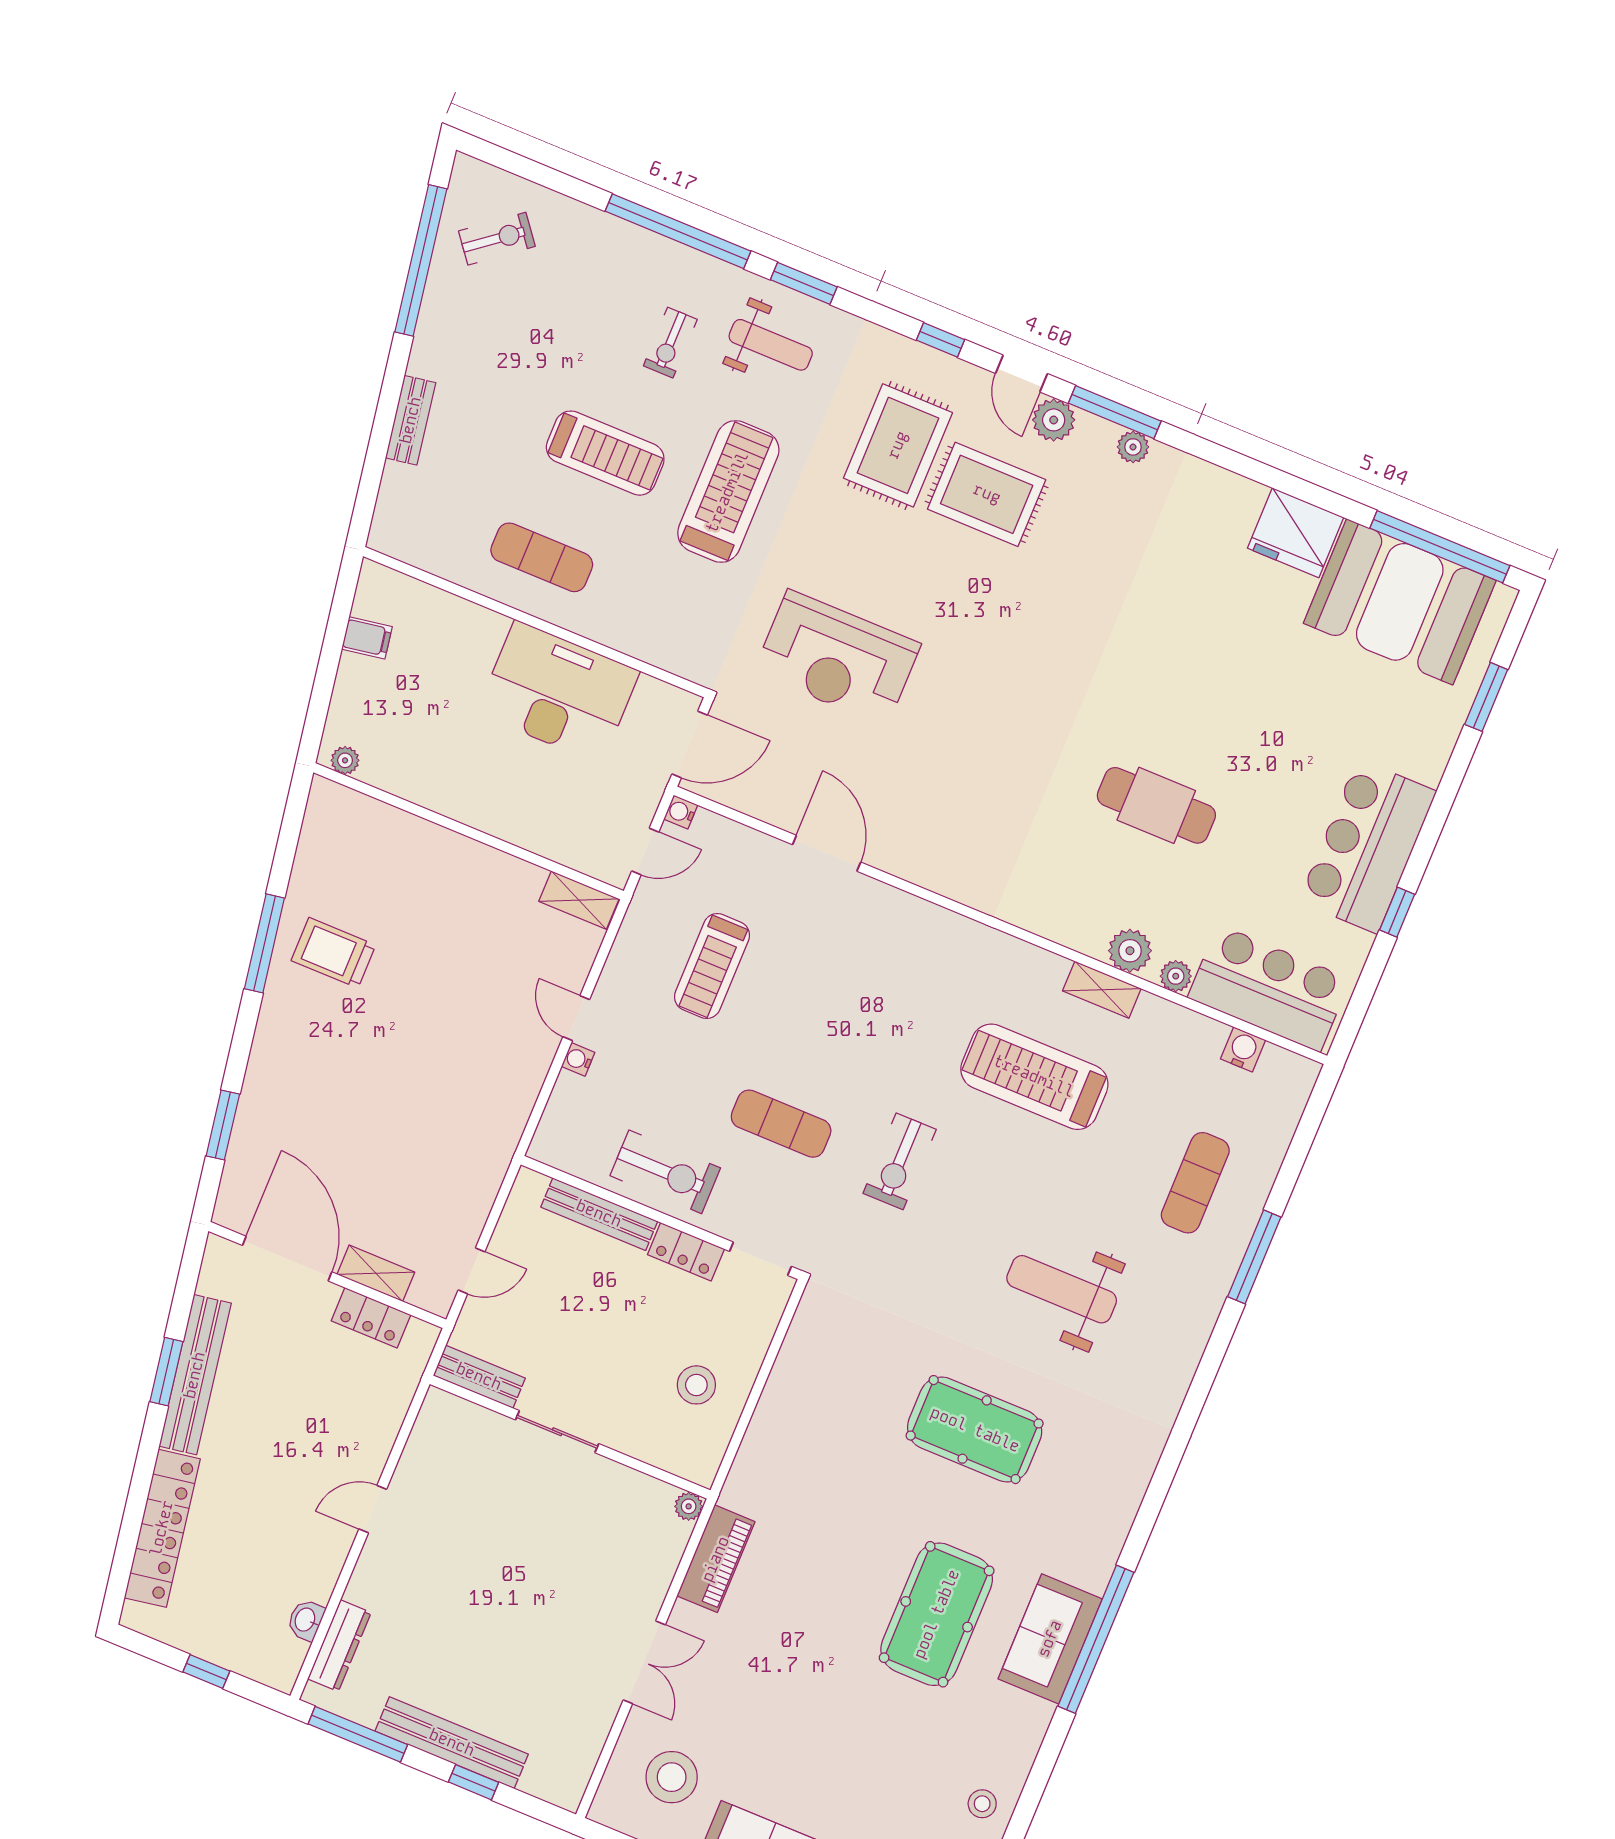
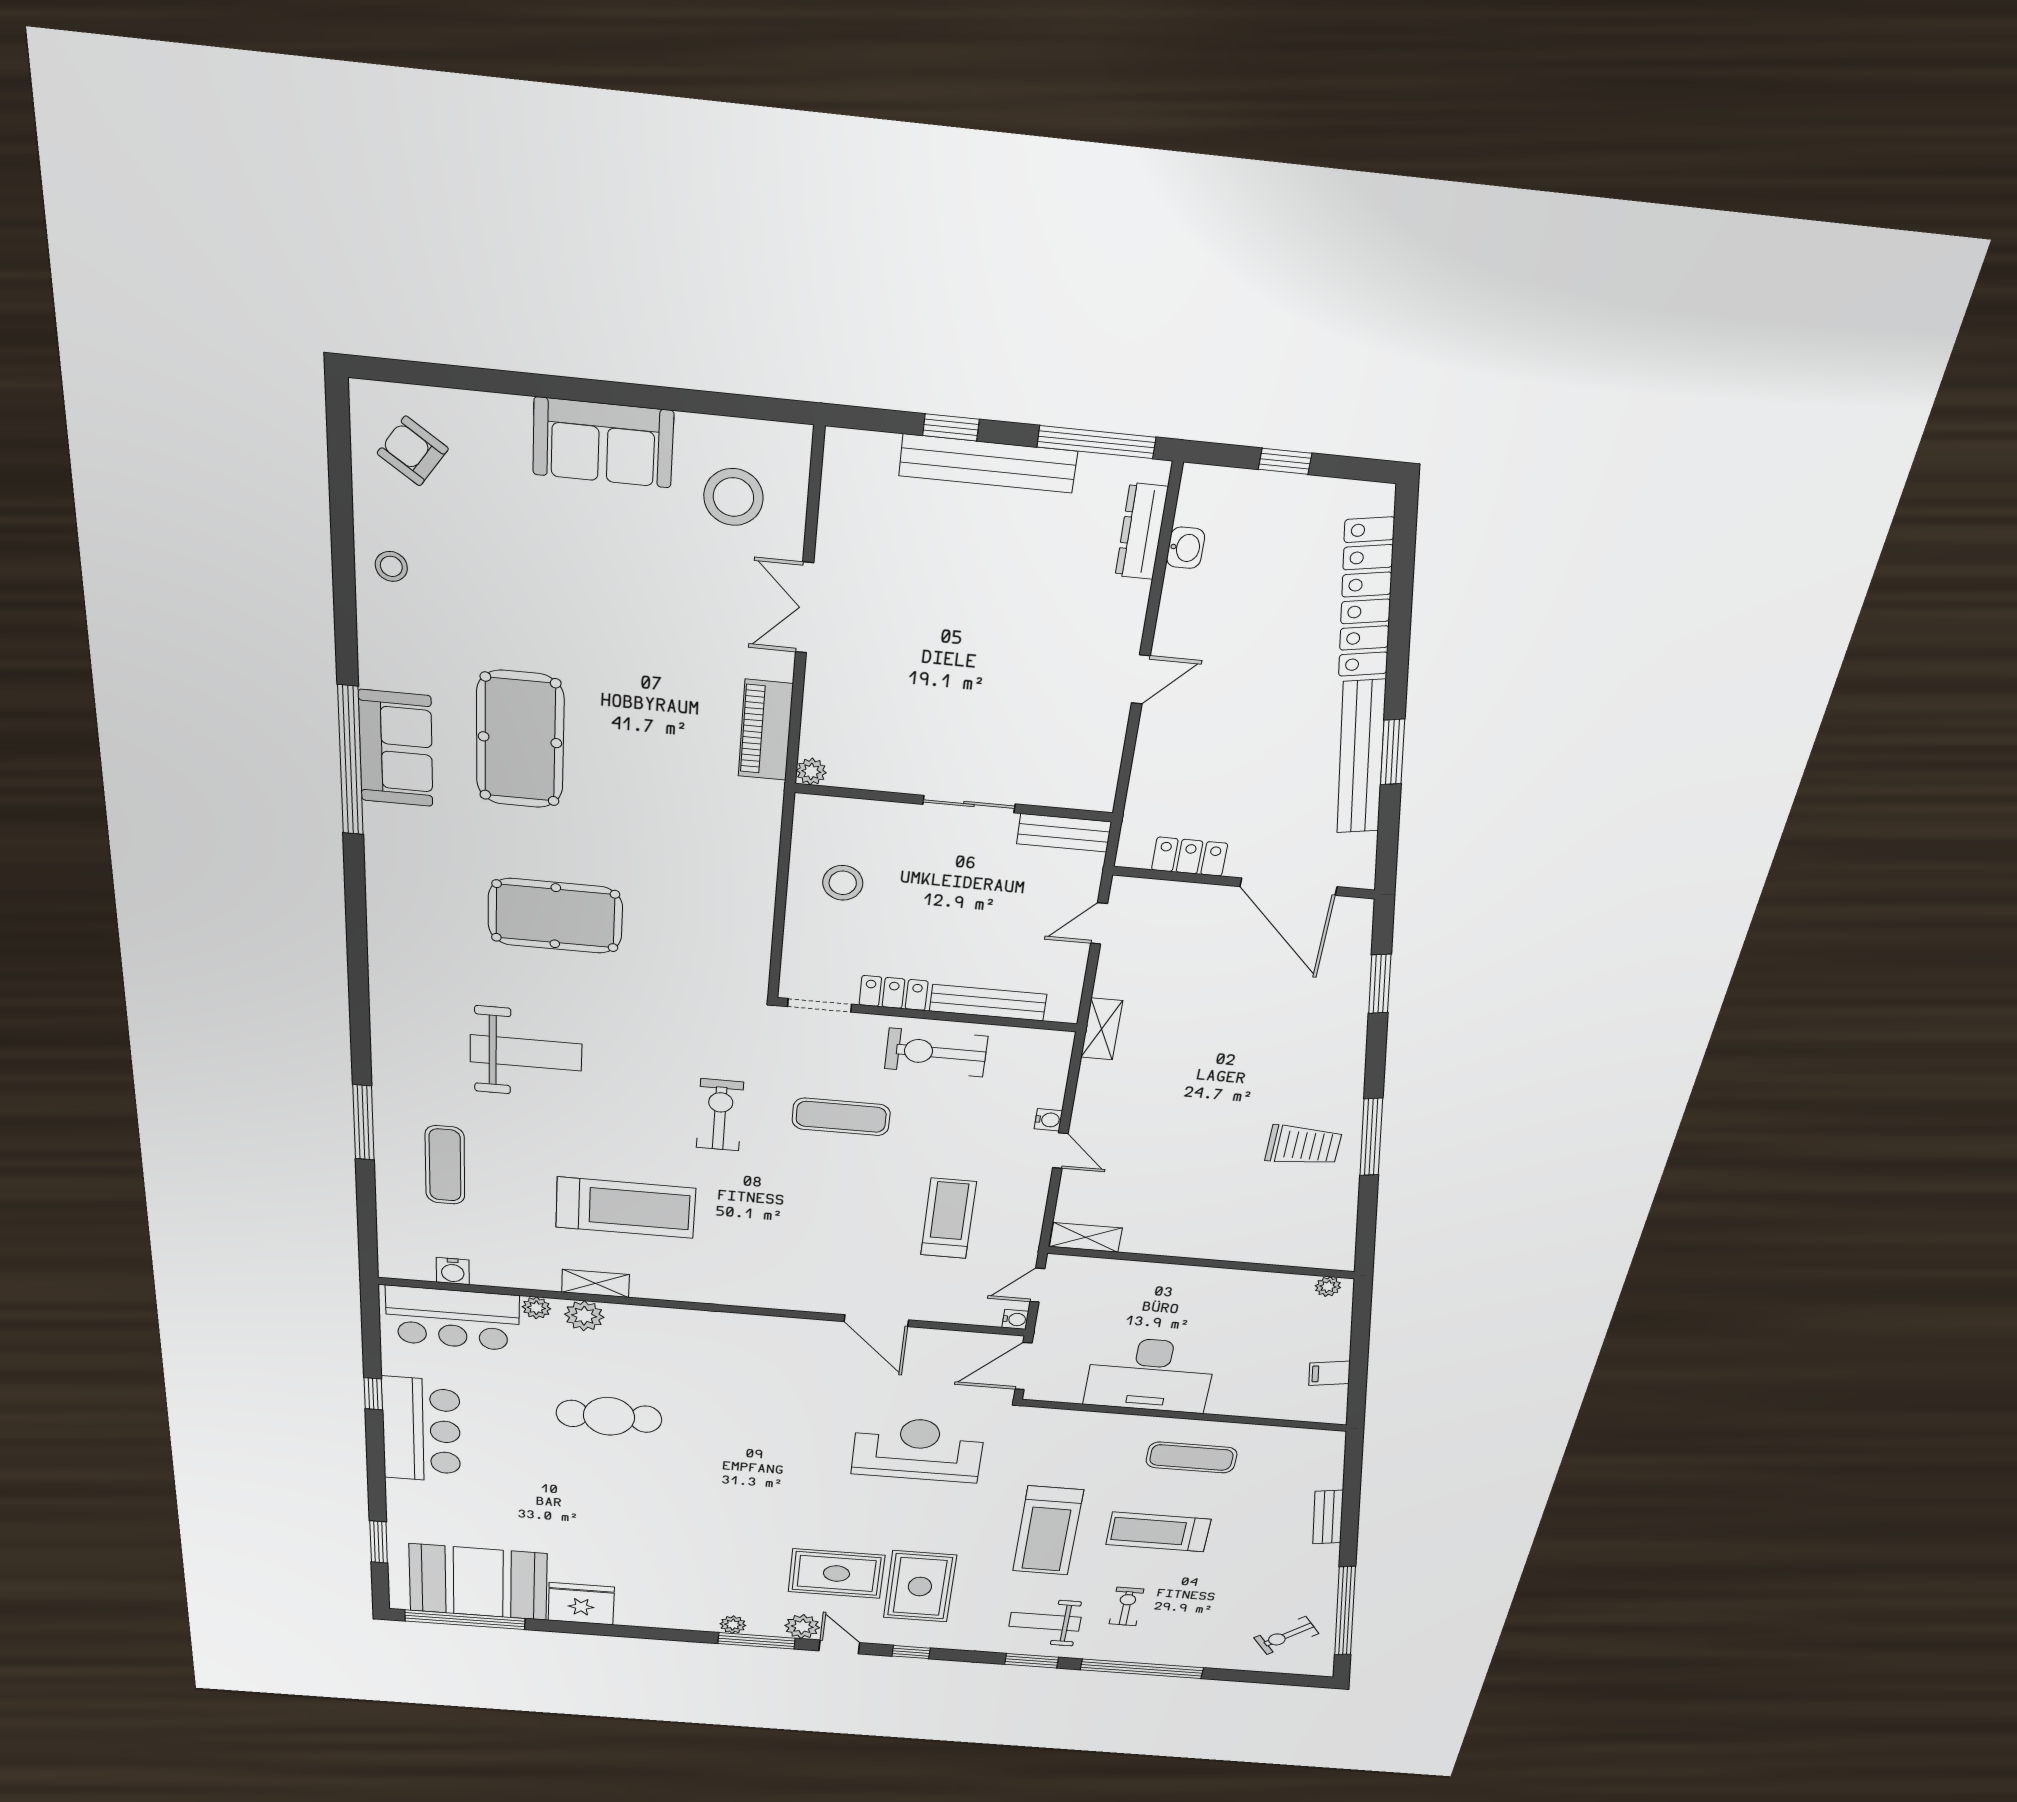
shelving: (376, 1273) -> (1102, 1029), moved, turned 90

